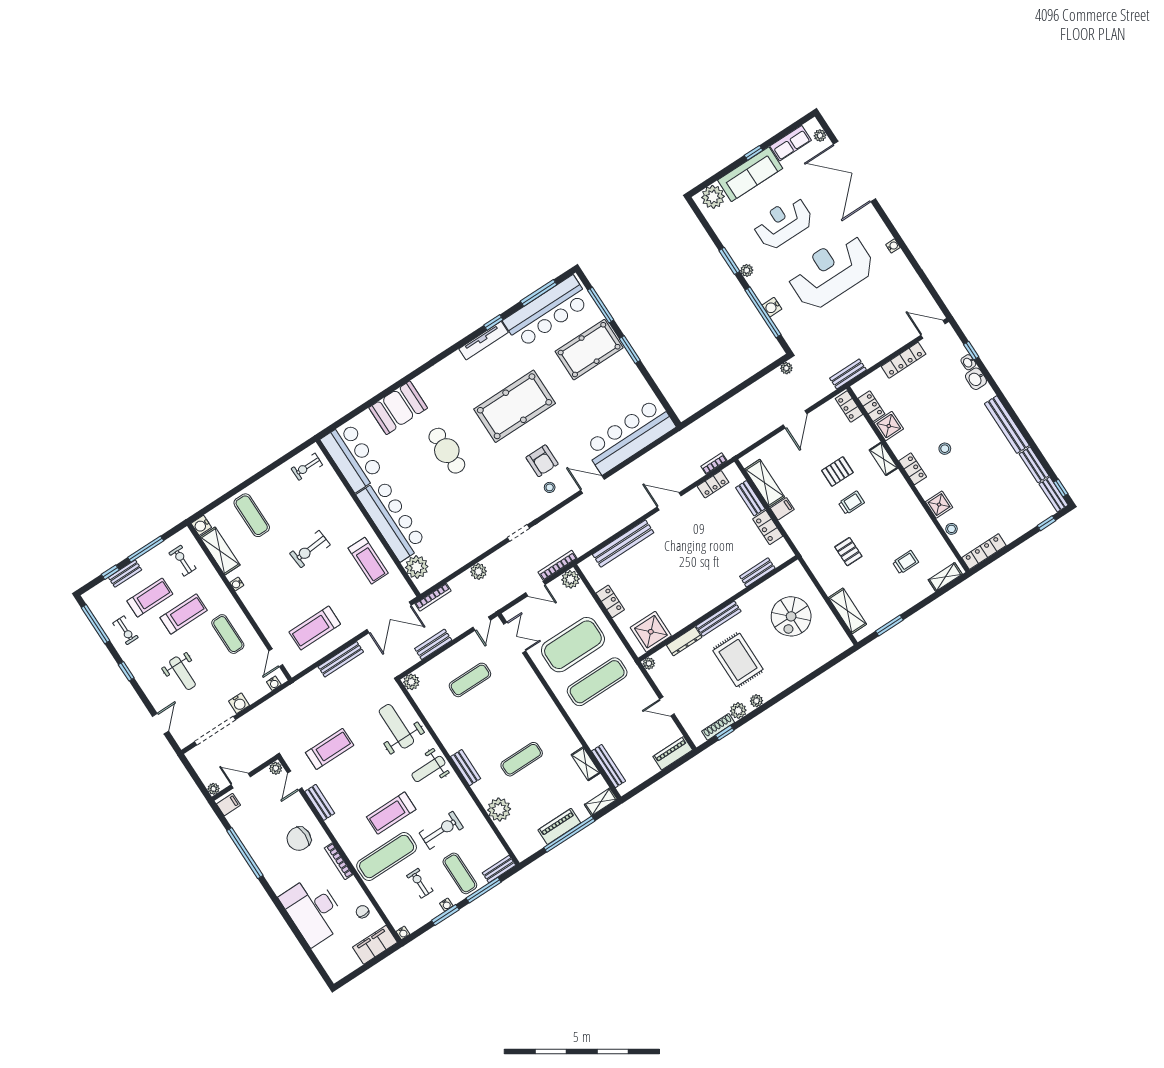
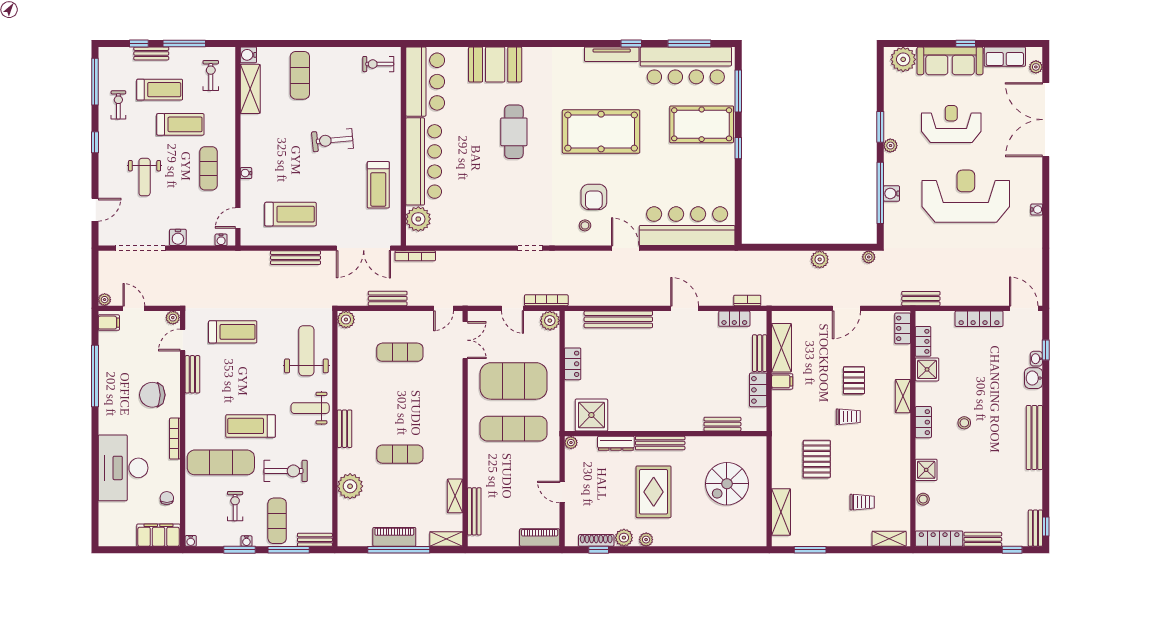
window: (630, 350) -> (738, 148), width x0.67
bench: (1034, 465) -> (983, 539), moved, turned 90
pallet: (837, 472) -> (854, 380), turned 90
pallet: (848, 552) -> (817, 459), width x1.50, depth x1.42
plant: (479, 572) -> (820, 259), moved
water cooler: (237, 584) -> (246, 173), moved
treadmill: (315, 628) -> (290, 214), turned 180
exercise bike: (126, 630) -> (118, 105), turned 180

